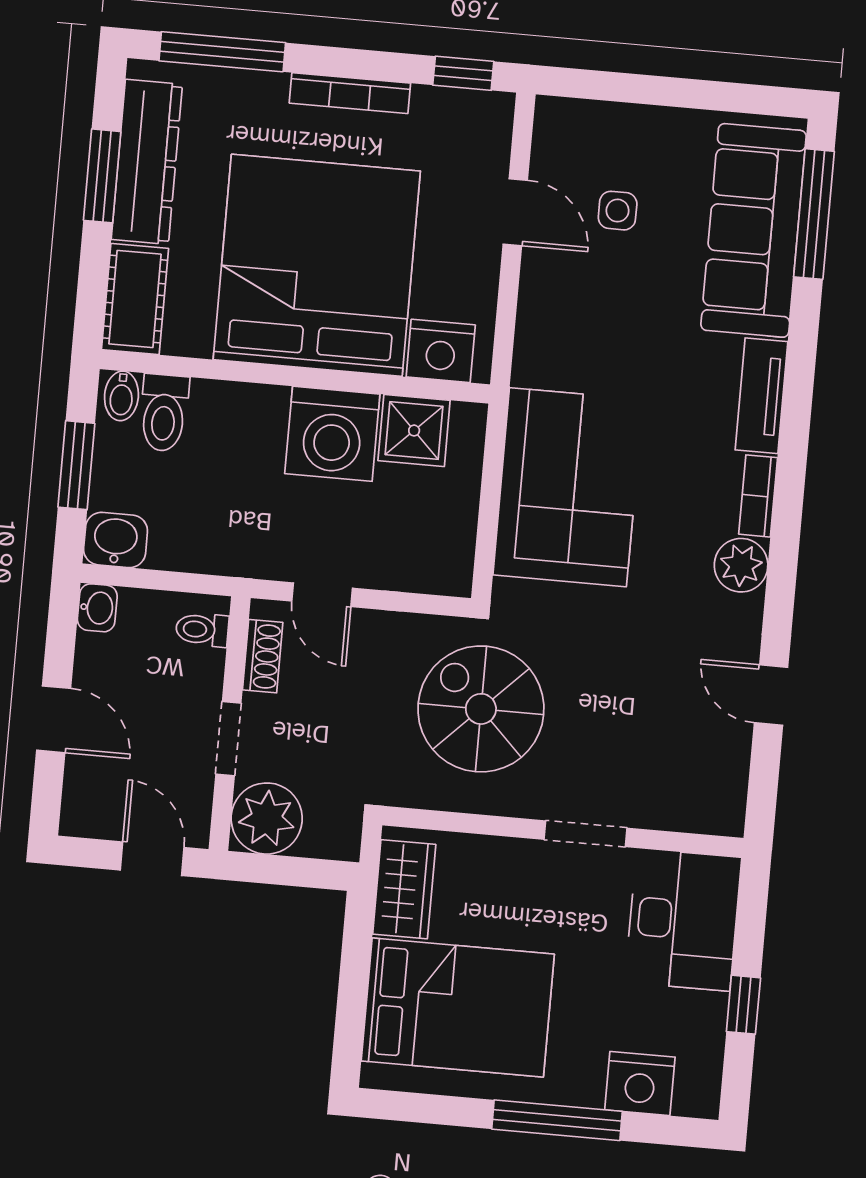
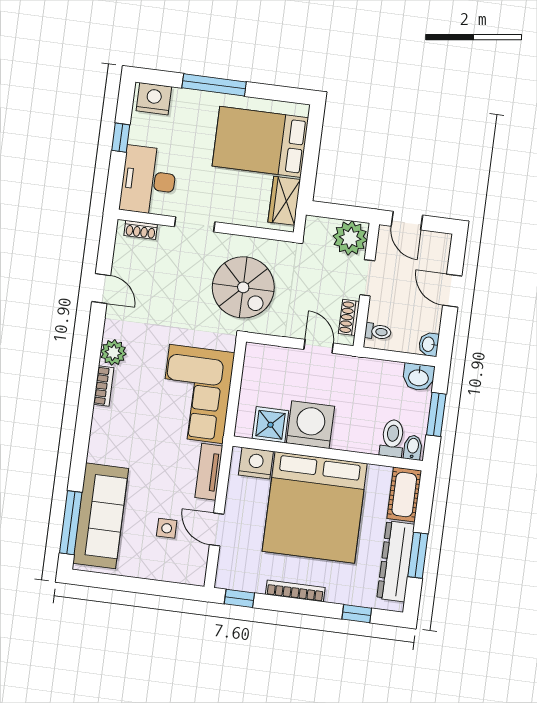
window: (222, 52) -> (357, 614), width x0.46
tv unit: (762, 396) -> (209, 472), moved, turned 180
shoe rack: (695, 818) -> (141, 230), added
nightstand: (640, 1083) -> (154, 99), moved

